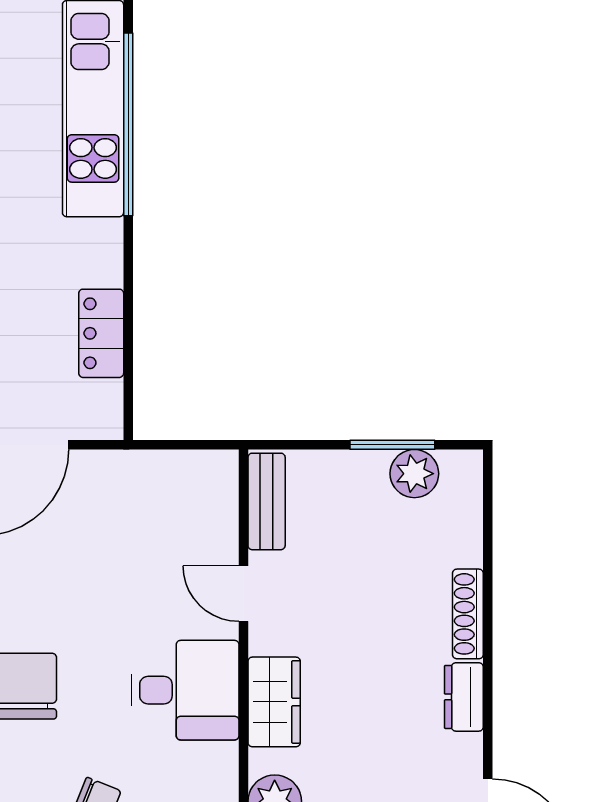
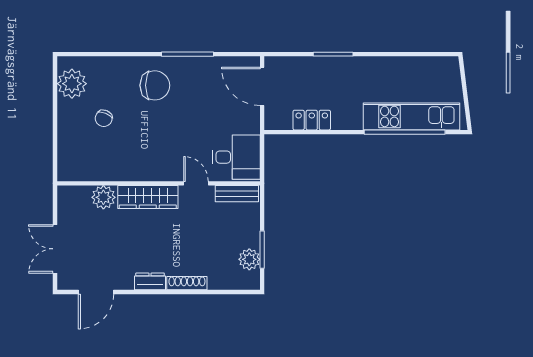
door: (243, 594) -> (196, 183), hinge flipped
desk: (185, 690) -> (236, 157), moved, turned -90
wardrobe: (274, 702) -> (148, 197), width x1.50

